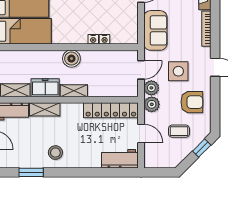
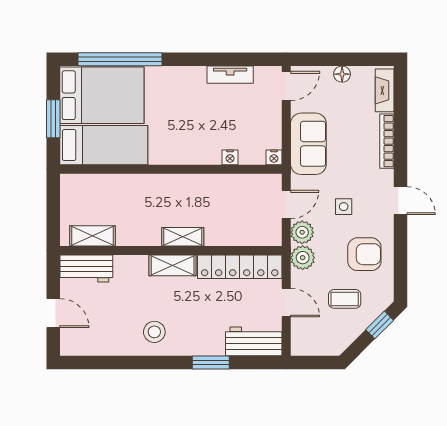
nightstand: (93, 39) -> (274, 157), moved
boiler: (71, 59) -> (179, 187), removed
side table: (178, 71) -> (344, 207), width x0.54, depth x0.54
freezer: (45, 88) -> (139, 232), removed
shelving: (45, 109) -> (173, 265), moved
window: (31, 172) -> (211, 363), moved

